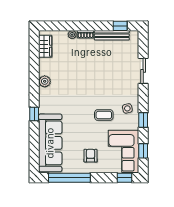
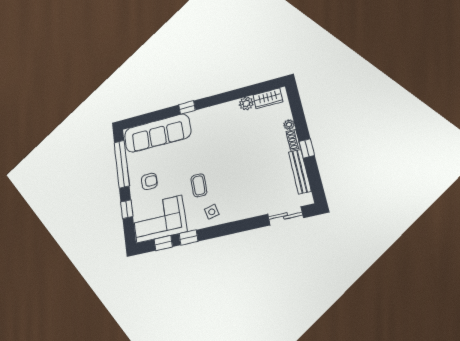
window: (120, 26) -> (307, 148), moved
sliding door: (143, 71) -> (285, 216), moved
plant: (45, 81) -> (246, 103), moved
window: (143, 120) -> (188, 237), moved
window: (124, 178) -> (127, 209), moved

